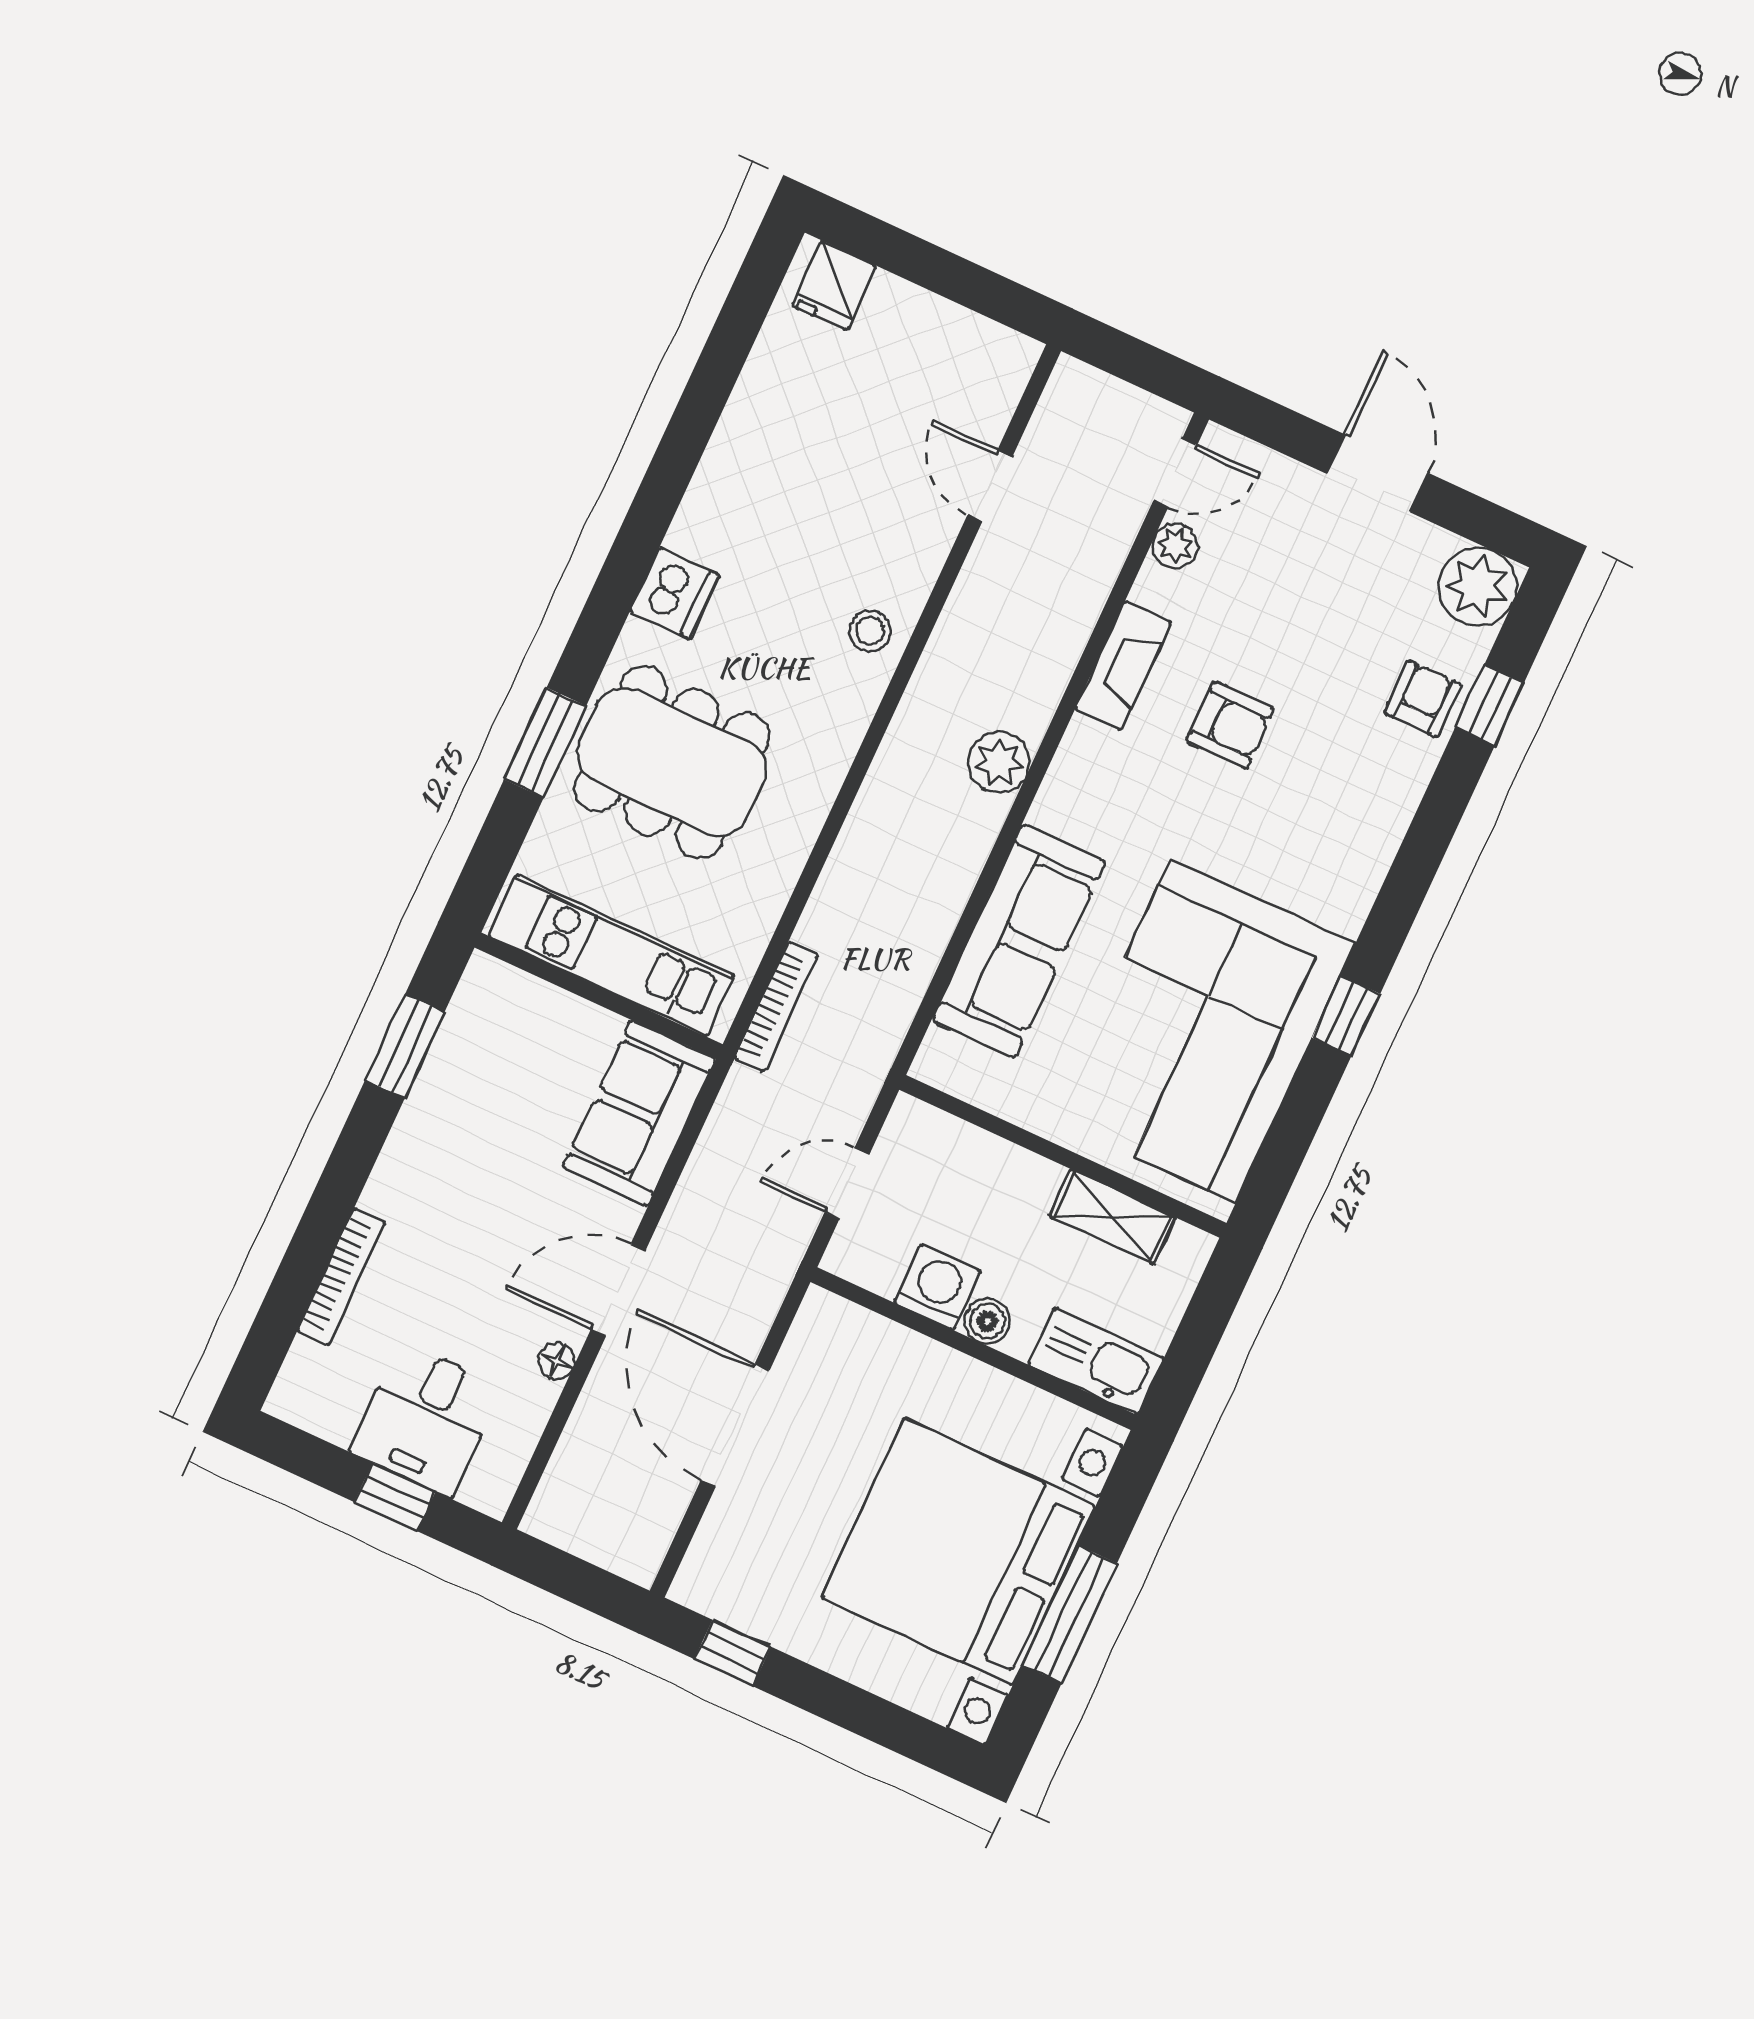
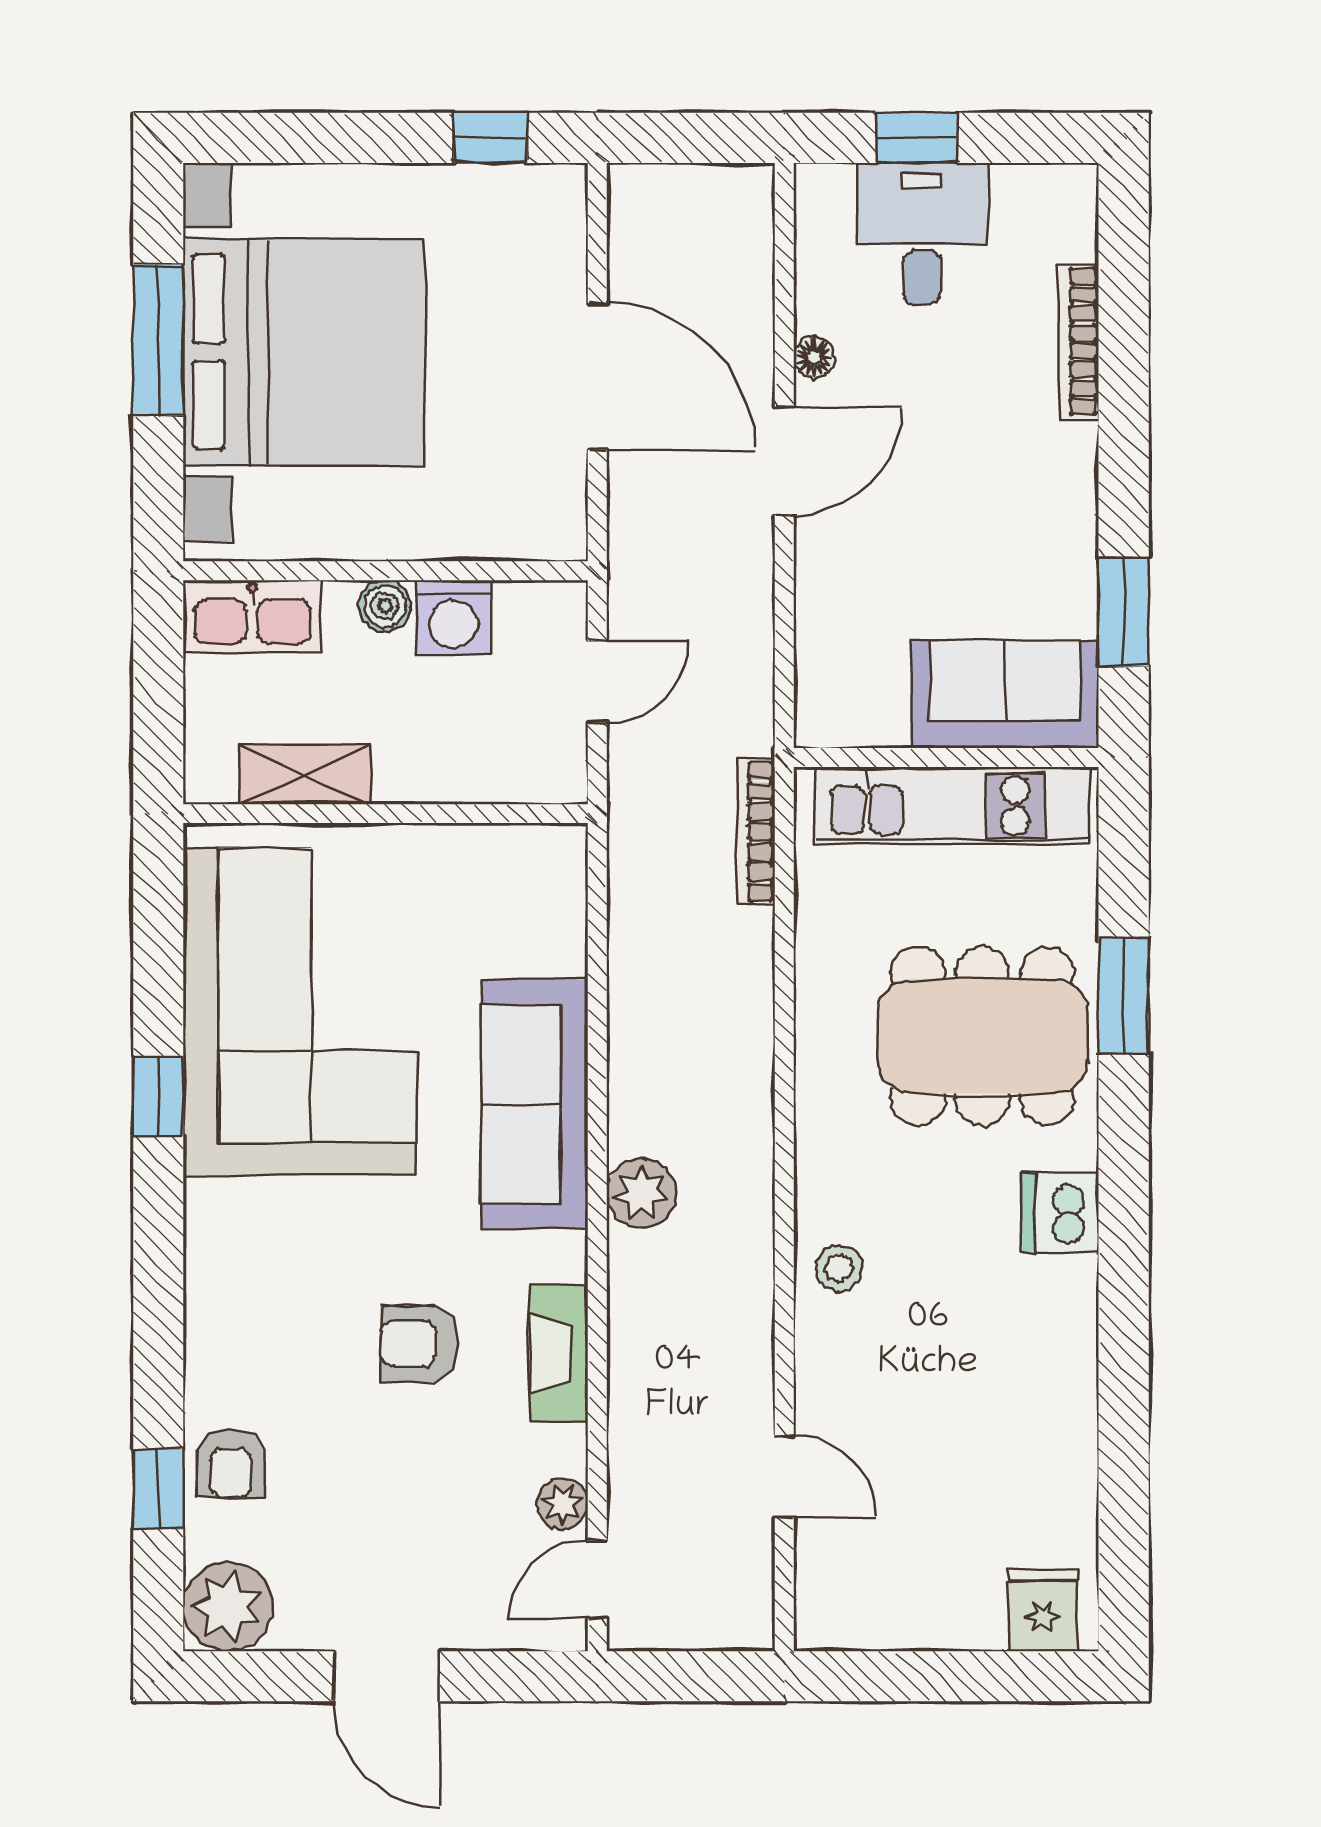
sofa: (1019, 941) -> (535, 1104), moved
sofa: (639, 1113) -> (1005, 694), moved, turned -90

